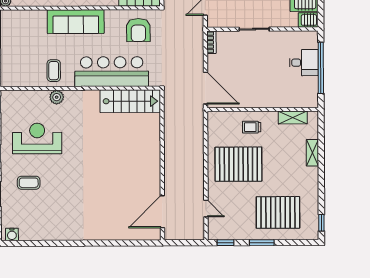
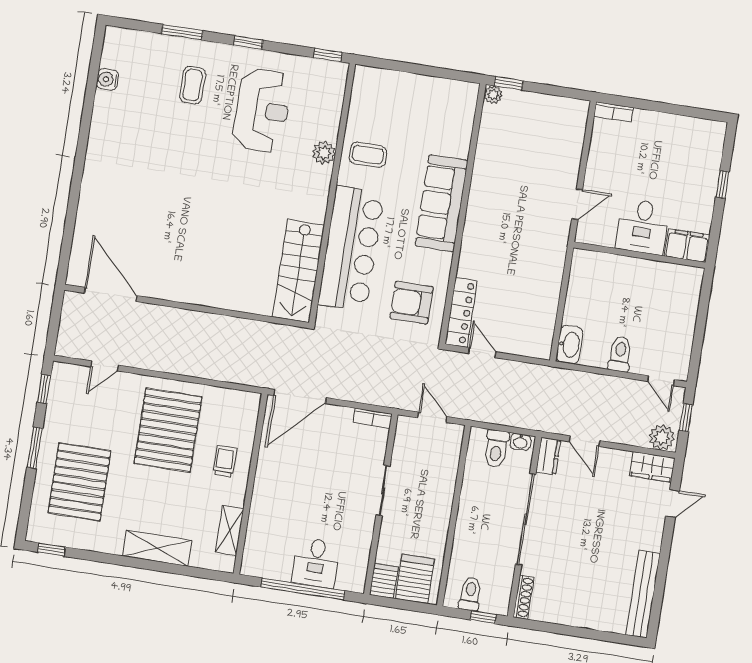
shelving: (312, 153) -> (157, 548), width x1.50, depth x1.33
water cooler: (12, 234) -> (108, 79), moved

